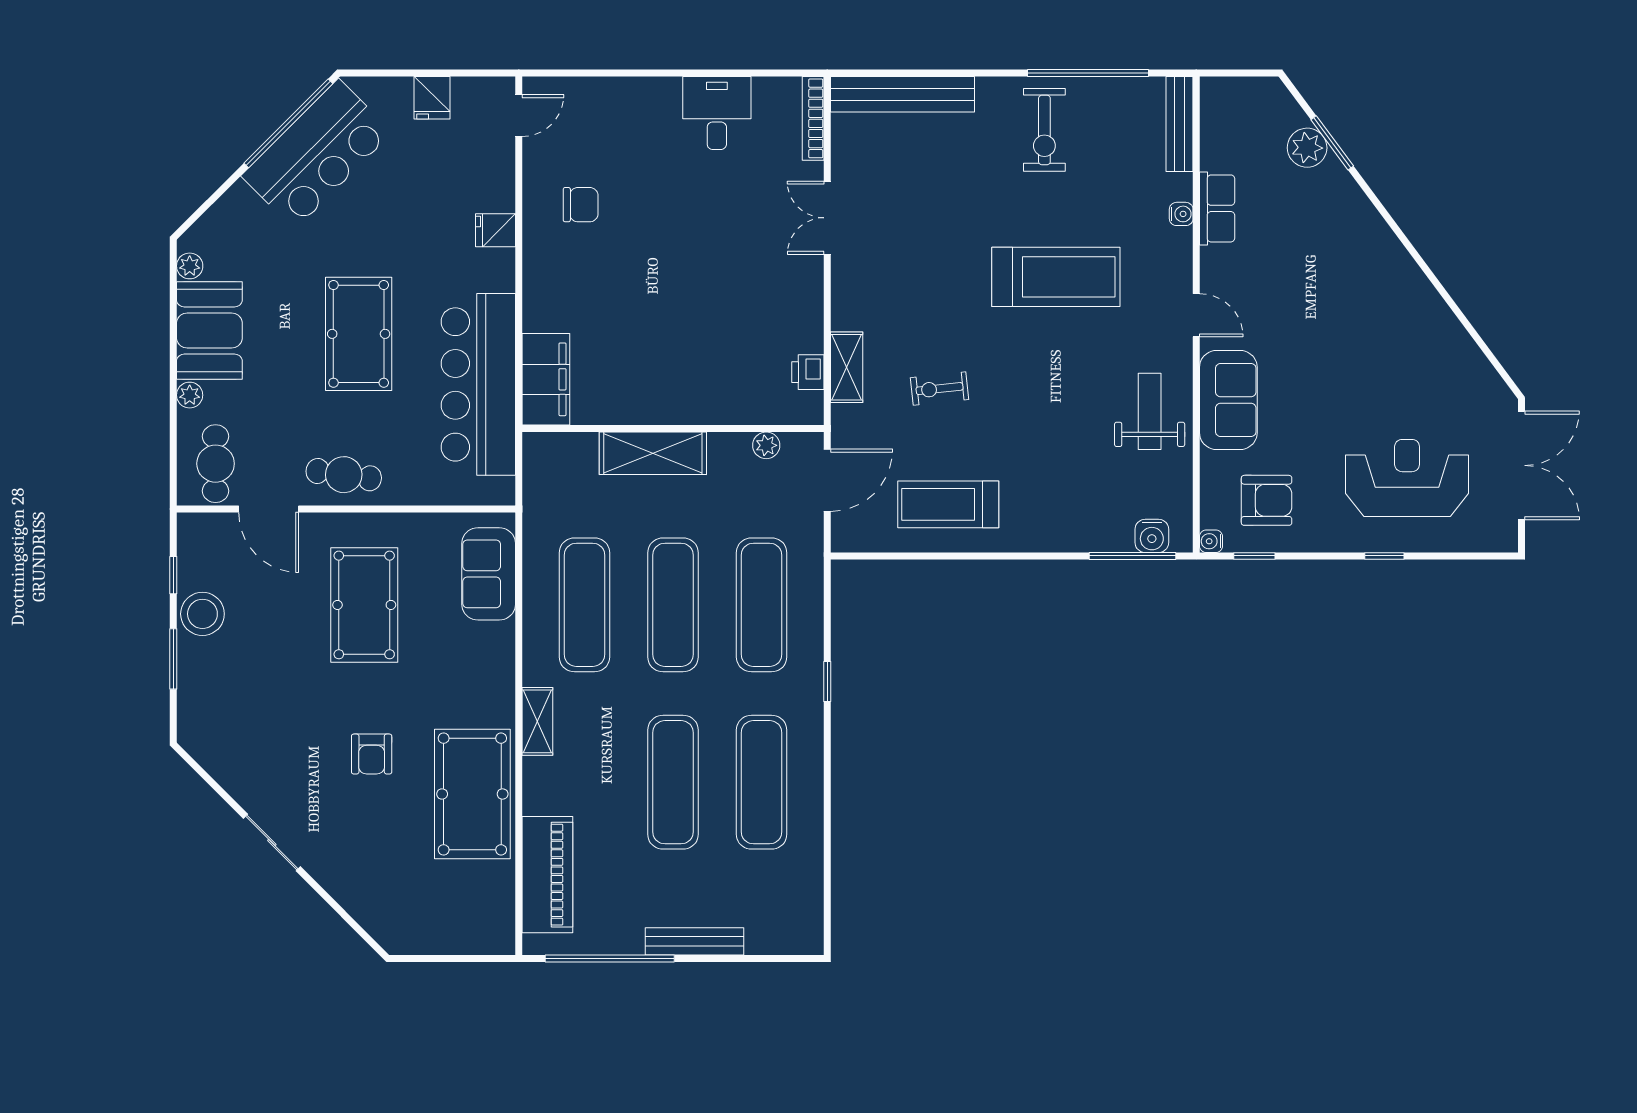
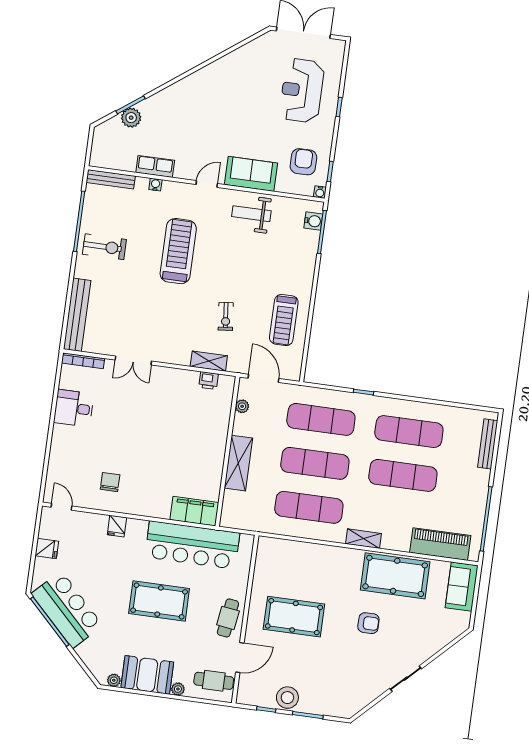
sofa: (489, 574) -> (462, 587), moved, turned 90
bench: (695, 941) -> (488, 444), moved

